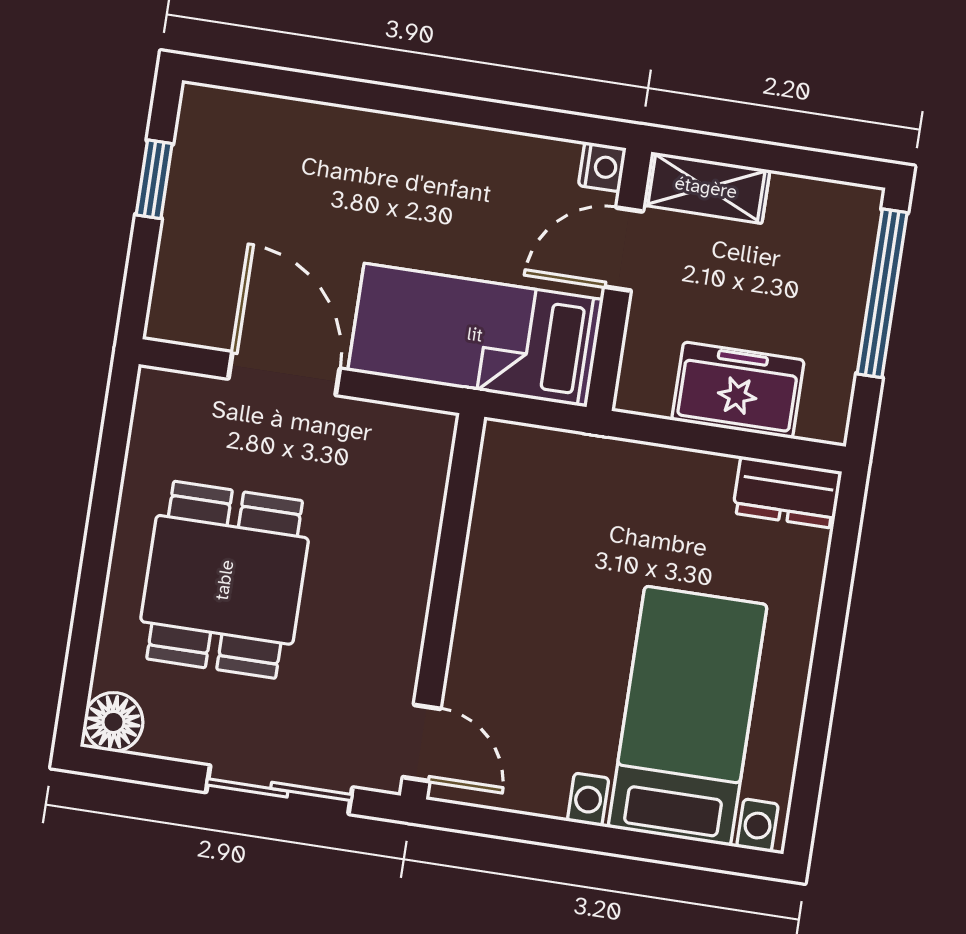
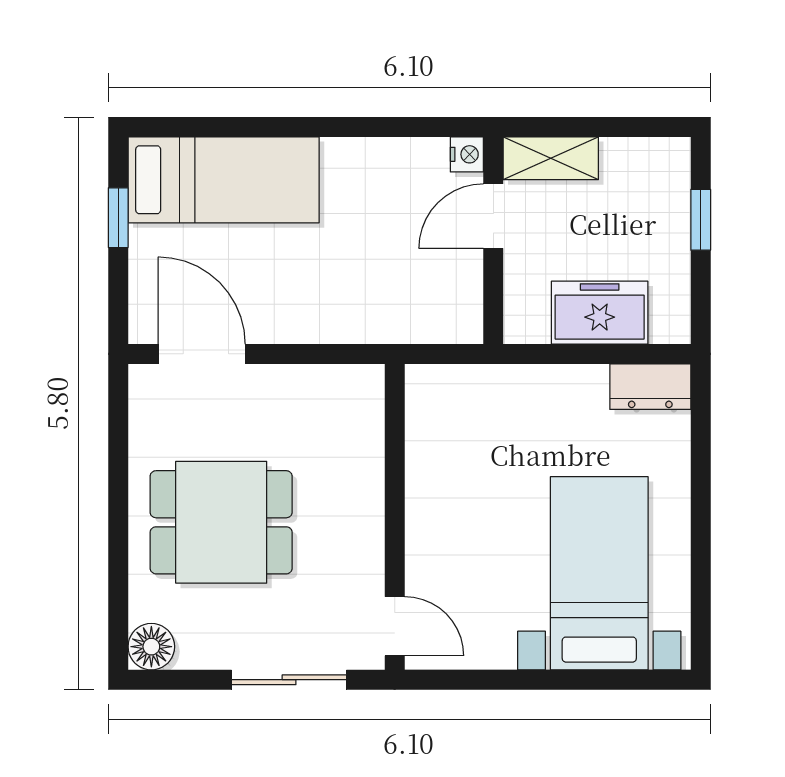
window: (882, 293) -> (701, 220), width x0.46
bed: (475, 335) -> (224, 180), moved, turned 180
door: (284, 374) -> (202, 354), moved
dining table: (225, 580) -> (221, 522), turned 90

